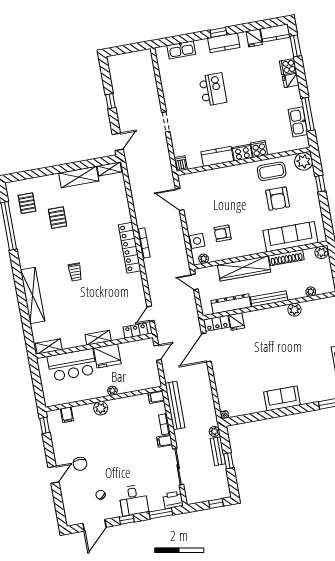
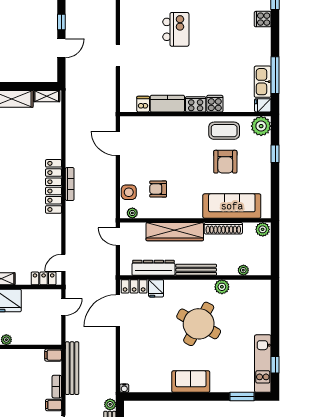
fridge: (291, 81) -> (263, 105), moved
door: (118, 142) -> (61, 48), moved
dishwasher: (181, 164) -> (143, 104), moved
round table: (280, 346) -> (199, 324), added

